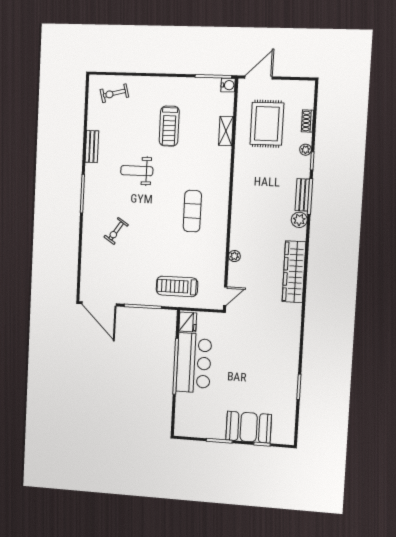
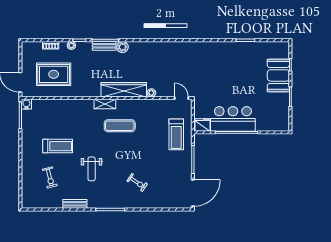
exercise bike: (114, 93) -> (50, 177), moved
shelving: (226, 131) -> (105, 104), moved
wardrobe: (294, 272) -> (124, 90), moved, turned 180

